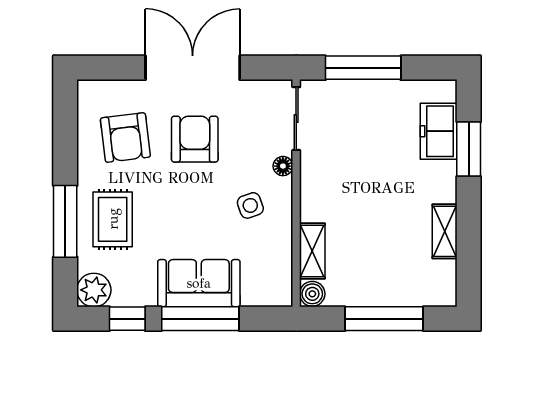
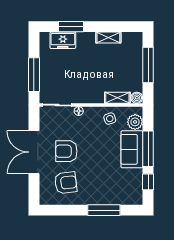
side table: (250, 205) -> (110, 119), moved
rug: (113, 219) -> (103, 189), removed
plant: (94, 290) -> (135, 122), moved

